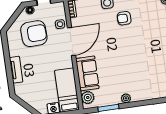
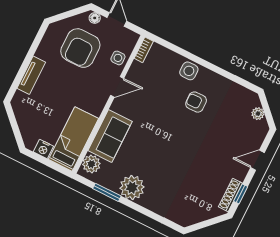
armchair: (34, 34) -> (80, 48), turned 92
door: (71, 41) -> (117, 87), width x0.53
plant: (126, 98) -> (132, 188), width x1.87, depth x1.87

